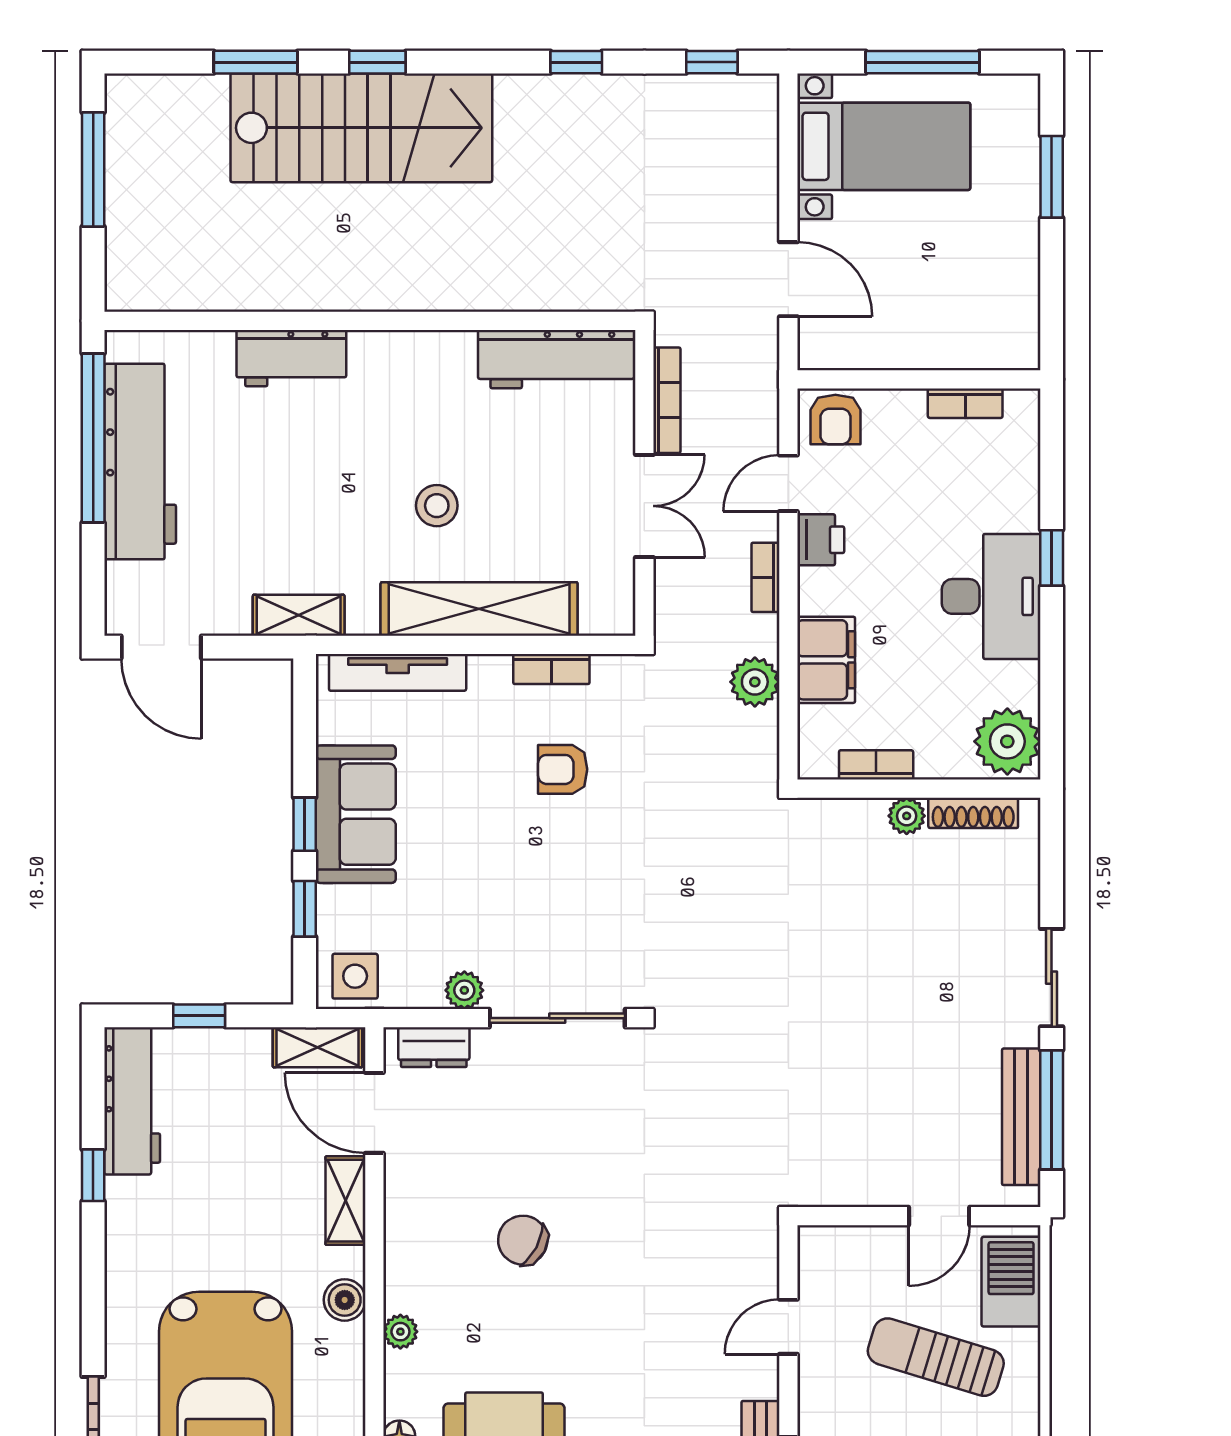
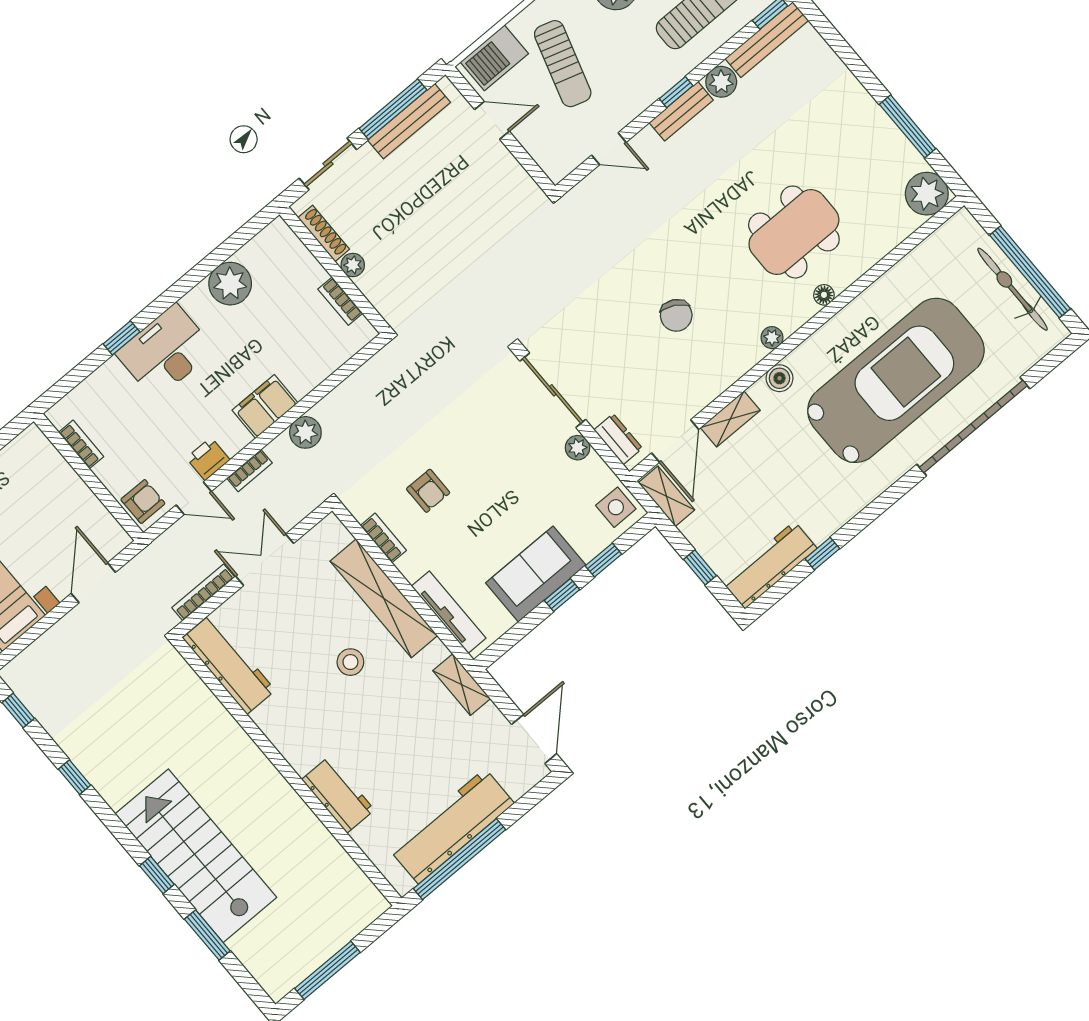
bookcase: (876, 765) -> (340, 301), moved
wall: (919, 789) -> (334, 270), moved
shoe rack: (973, 813) -> (324, 233), moved
plant: (907, 816) -> (353, 265), moved

